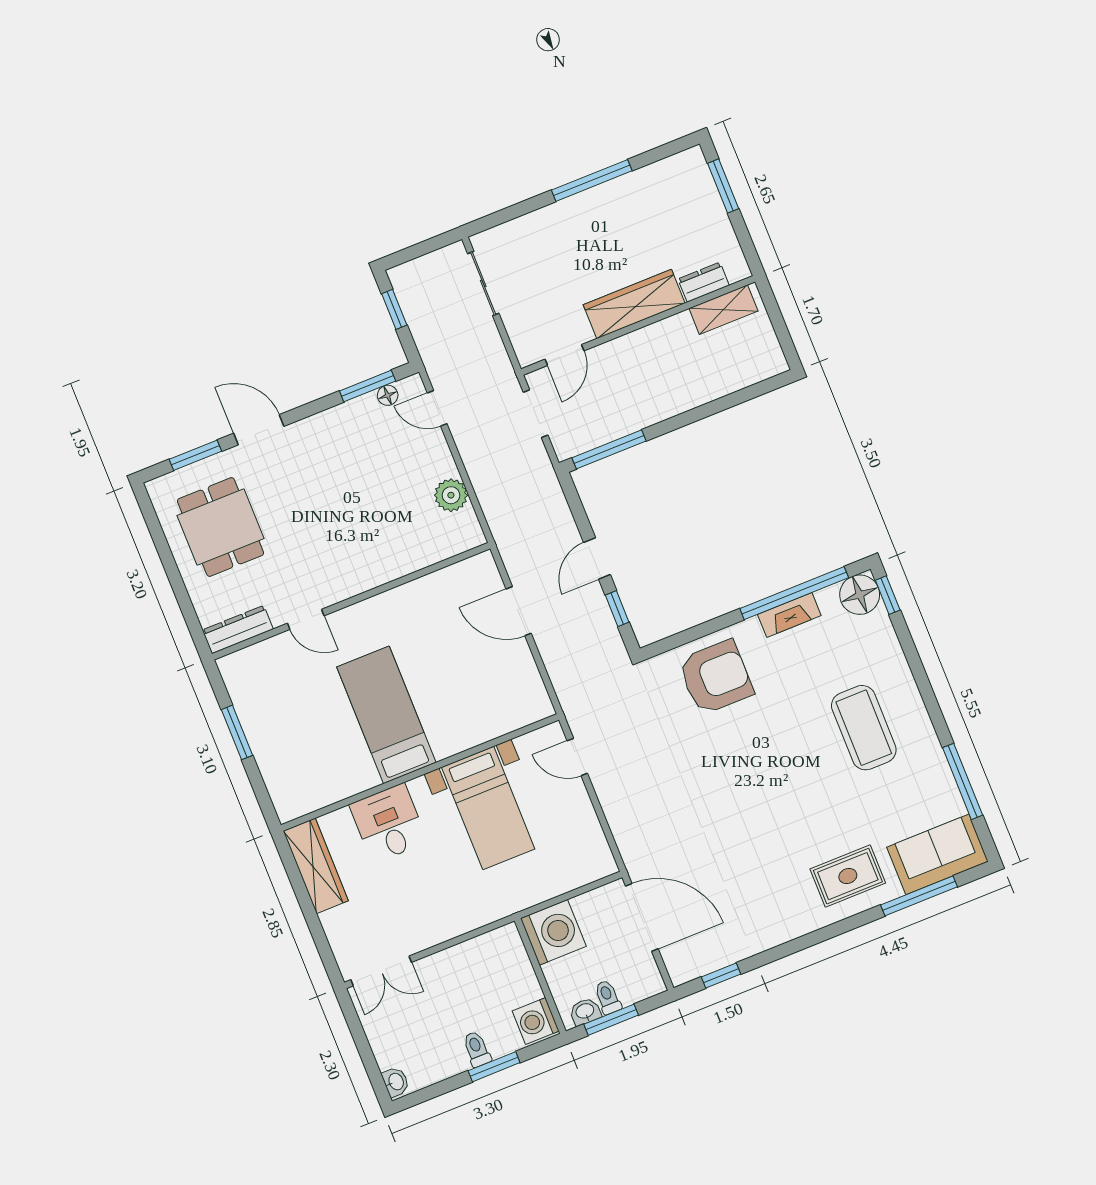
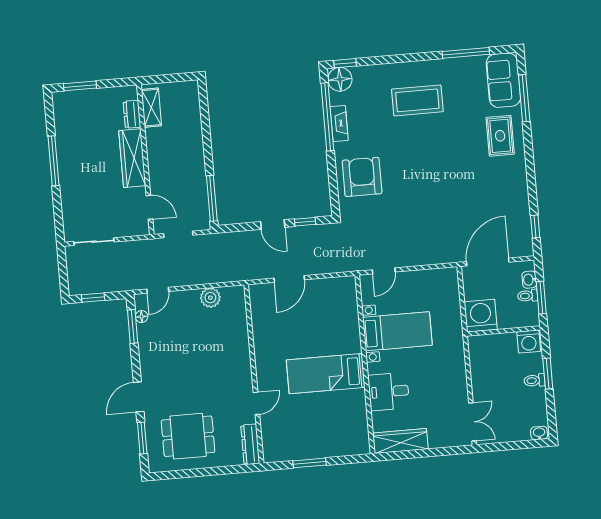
washbasin: (585, 1012) -> (529, 280), moved

